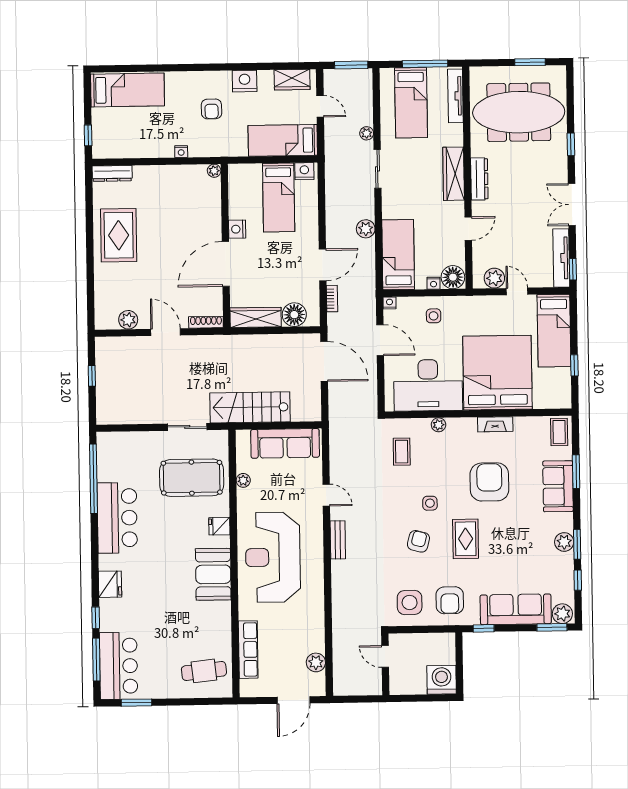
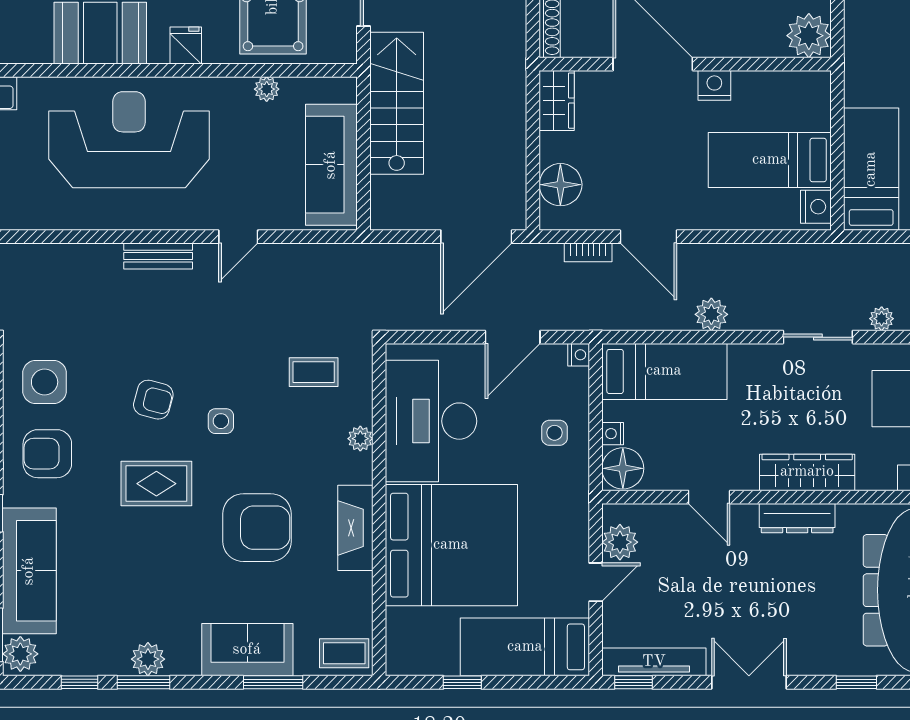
plant: (214, 171) -> (809, 36), width x1.88, depth x1.88
wardrobe: (256, 317) -> (557, 101), width x0.67
fireplace: (495, 424) -> (355, 528), width x1.37, depth x1.32

